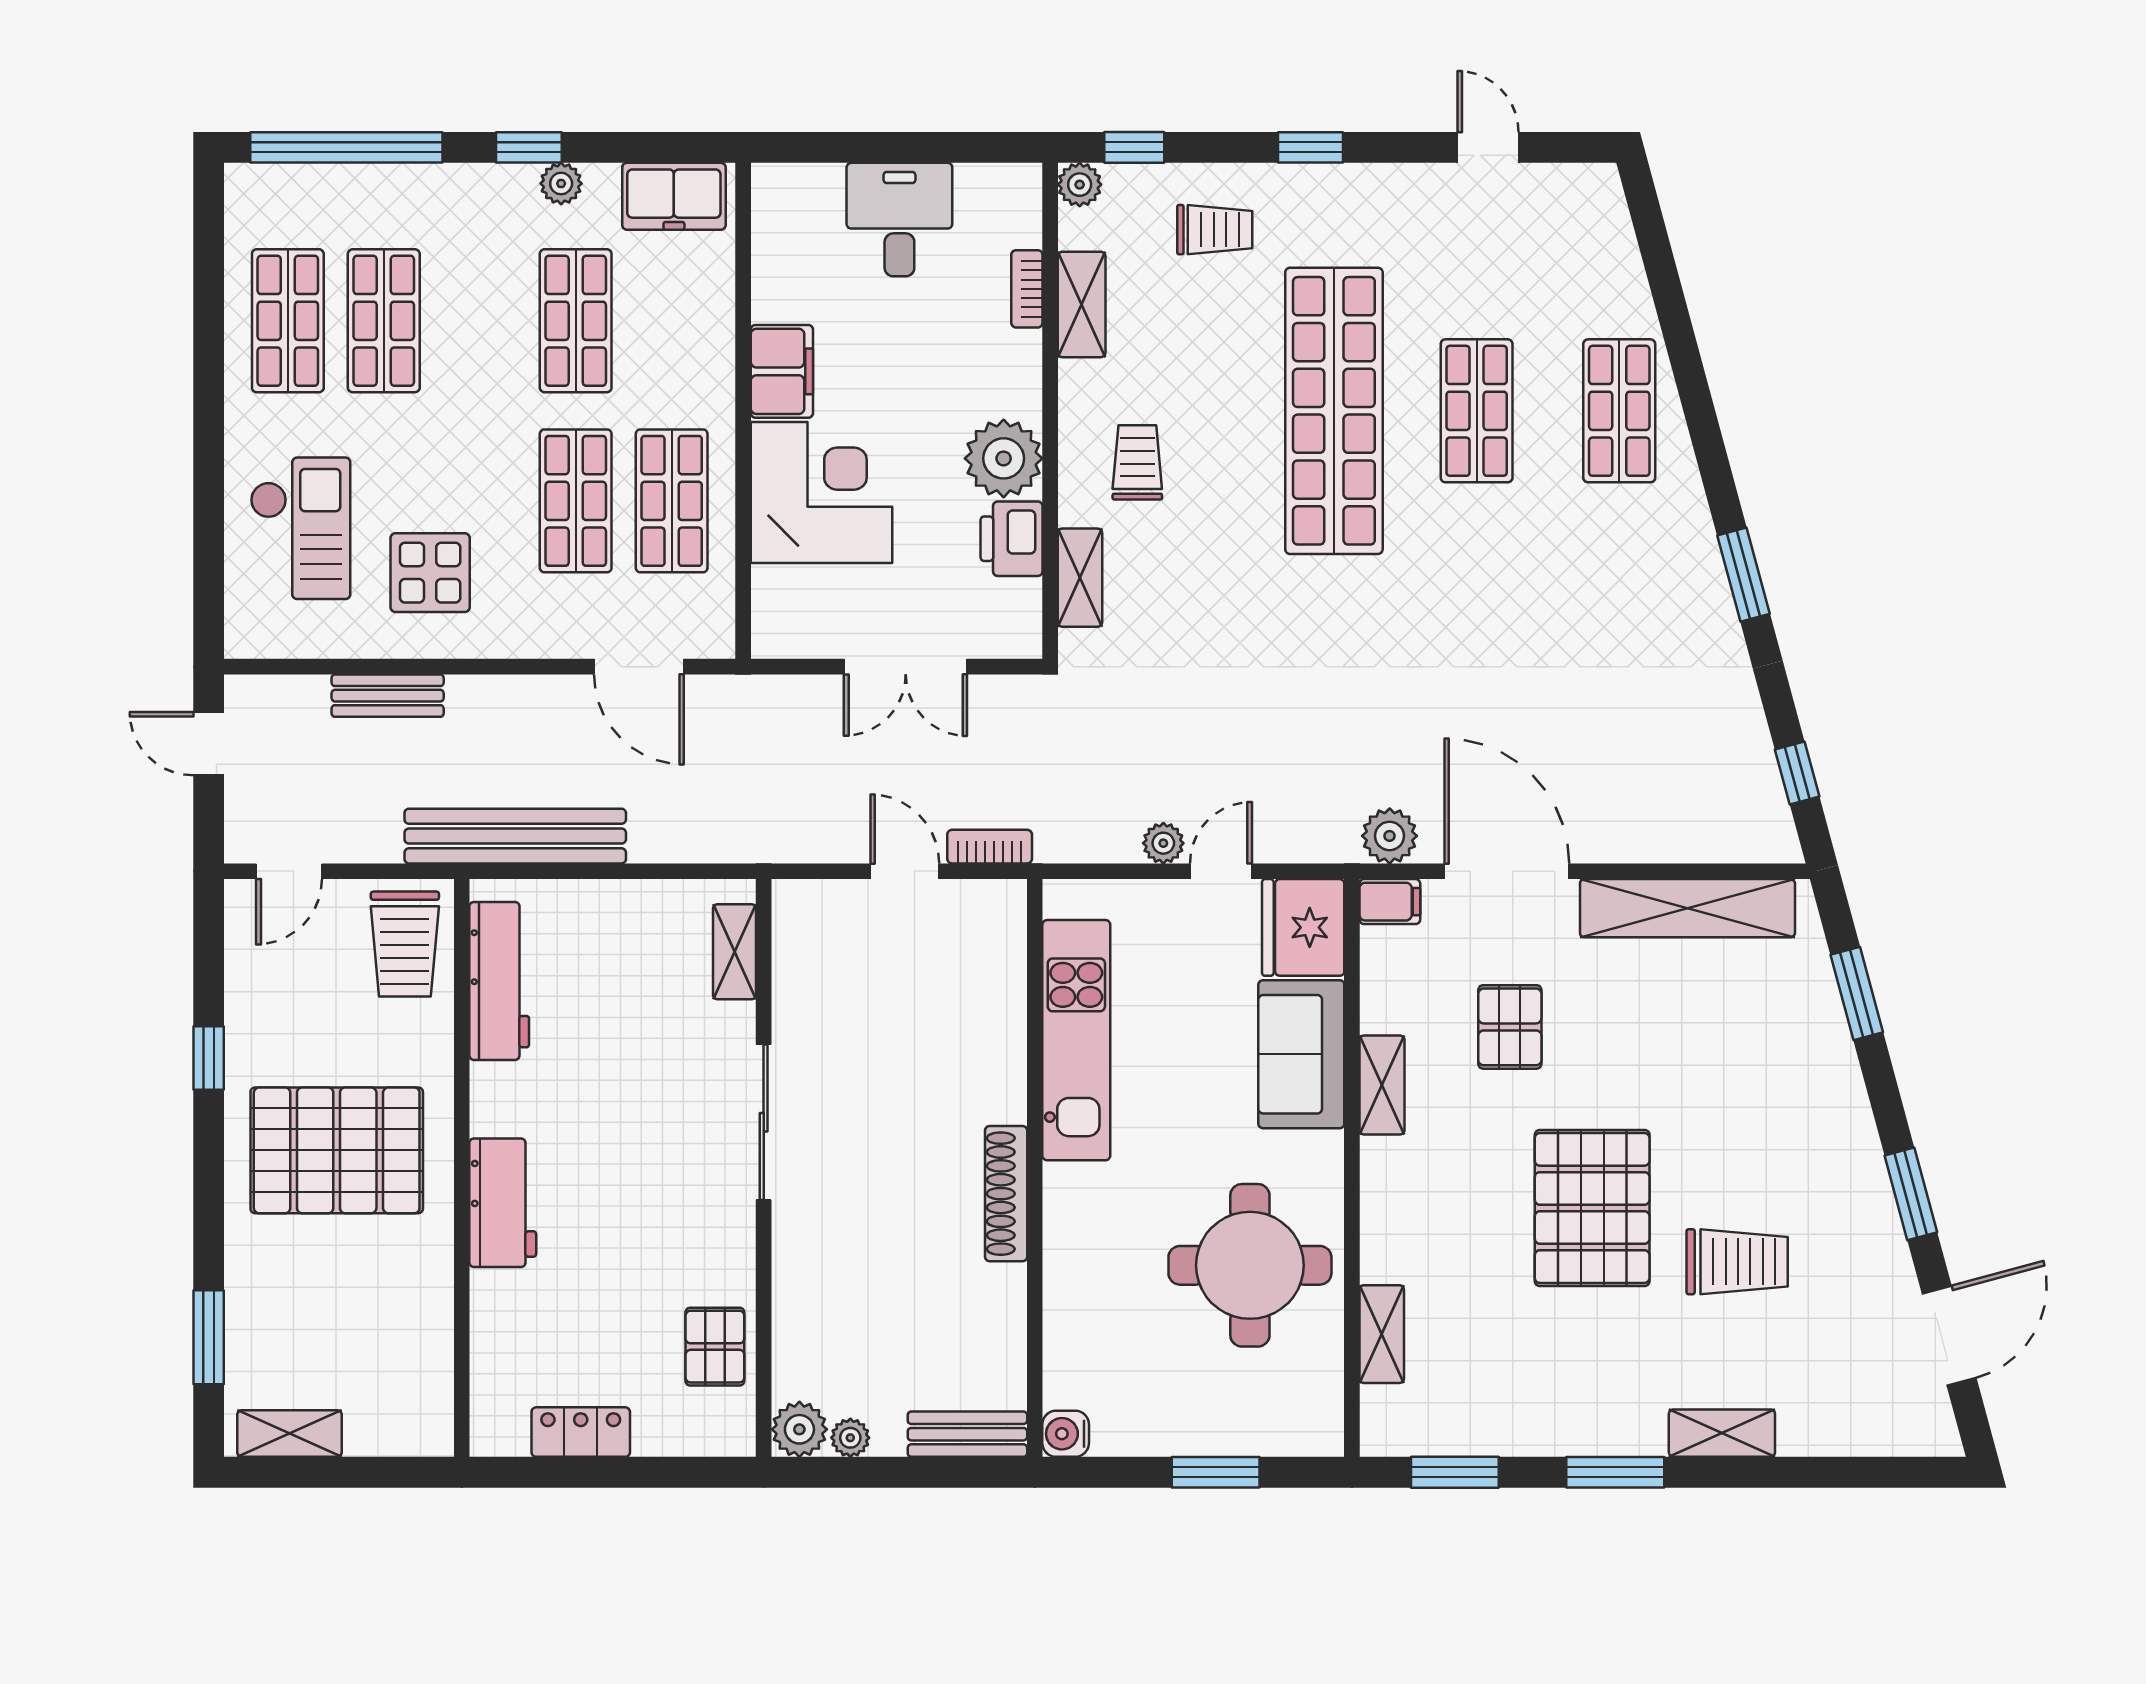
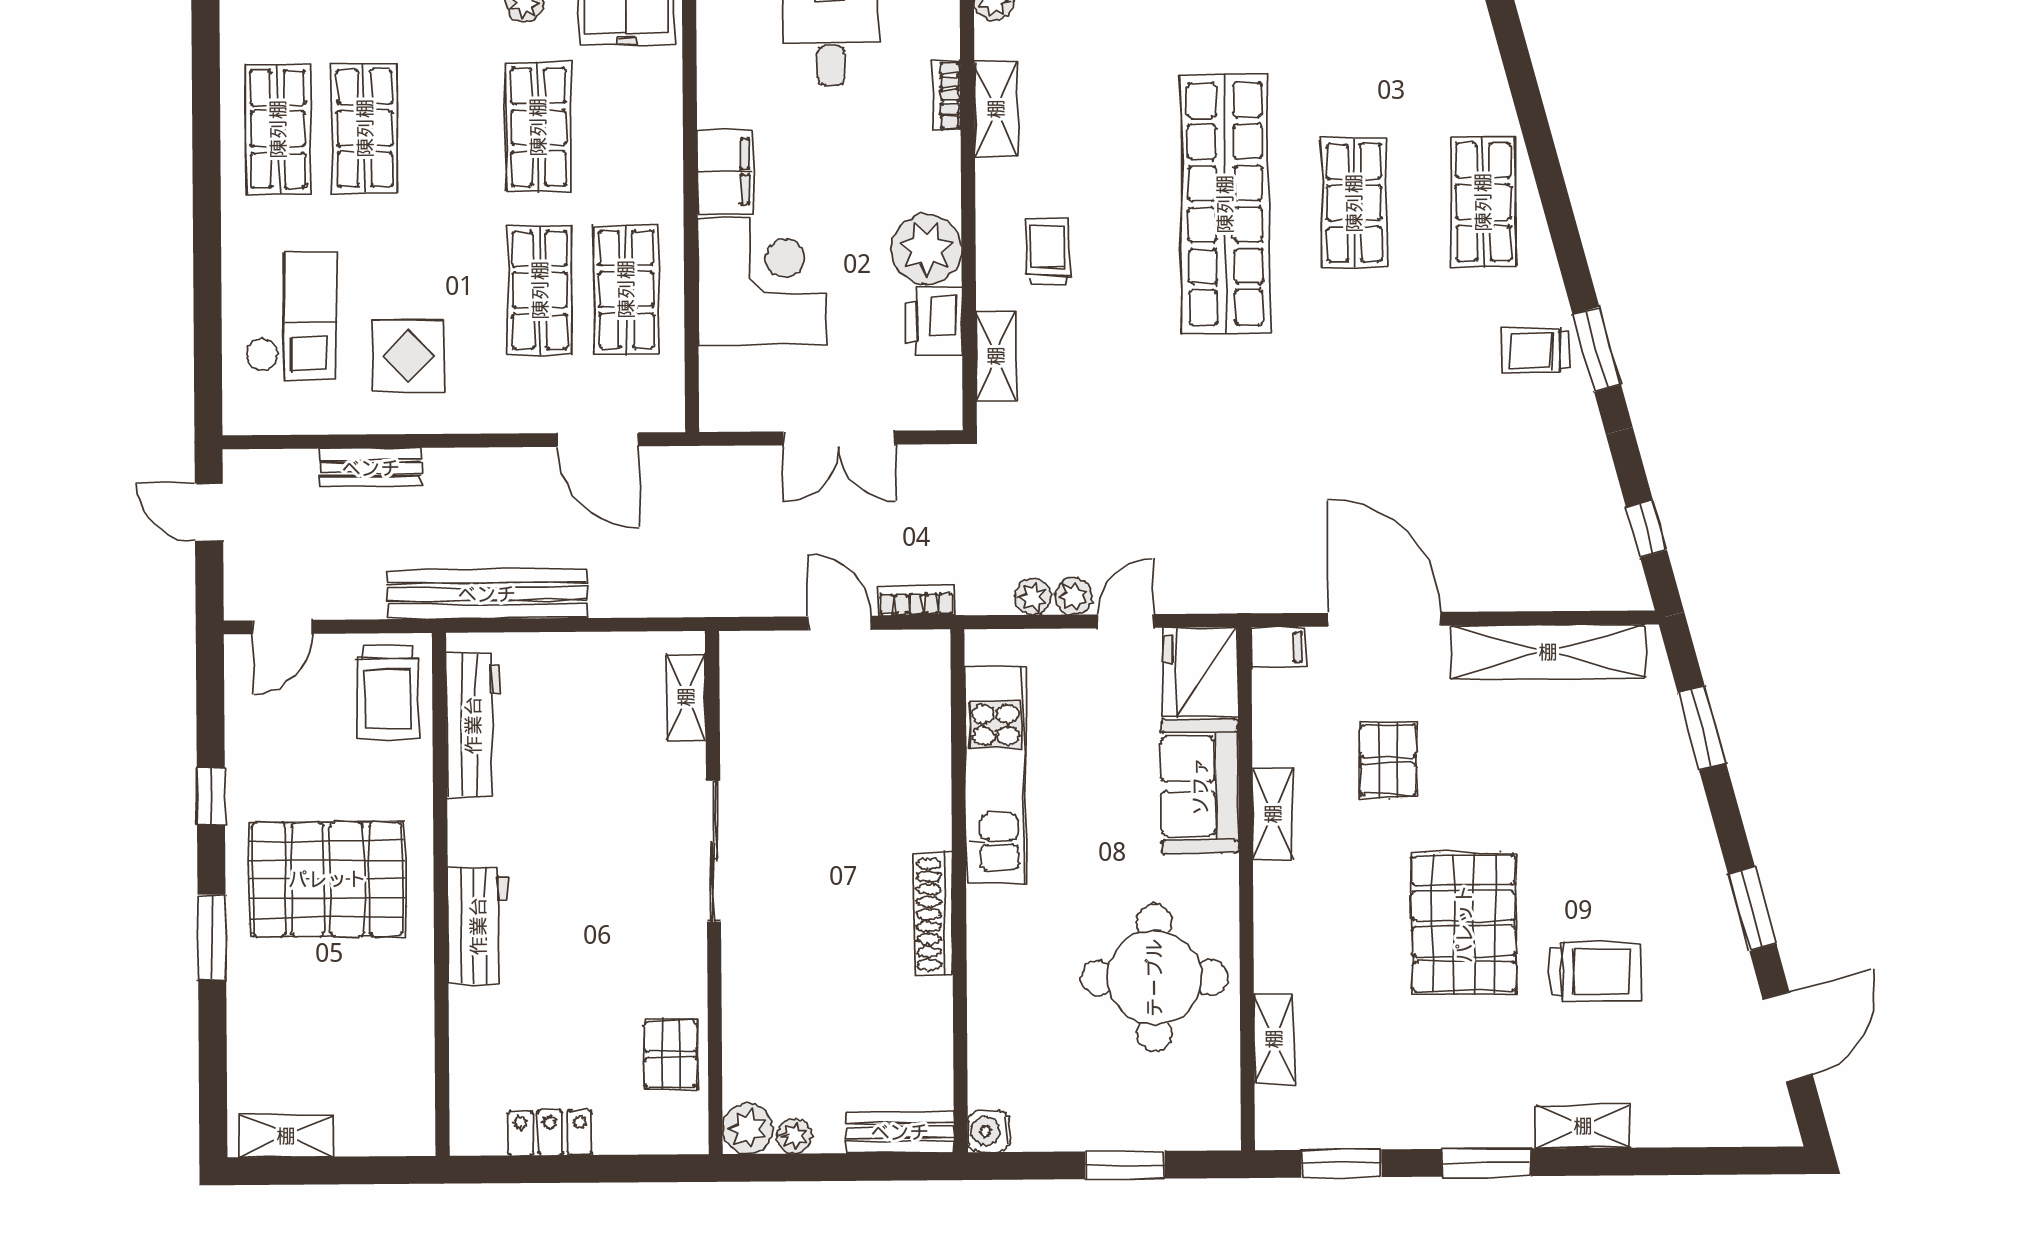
trolley: (1215, 230) -> (1535, 351), moved, turned 180
plant: (1390, 836) -> (1033, 597), moved, width x0.73, depth x0.73
window: (209, 1337) -> (212, 937), moved

